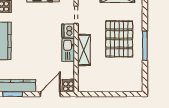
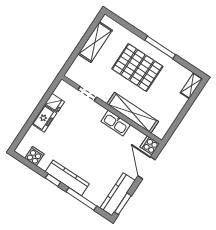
dishwasher: (68, 31) -> (97, 111), removed
shelving: (84, 50) -> (133, 113), width x1.47
shelving: (132, 87) -> (191, 86), added

